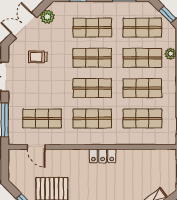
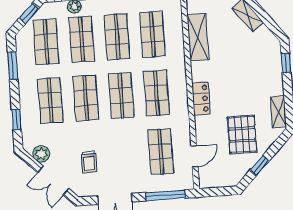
locker: (103, 156) -> (201, 99), moved
shelving: (137, 157) -> (198, 37), added

